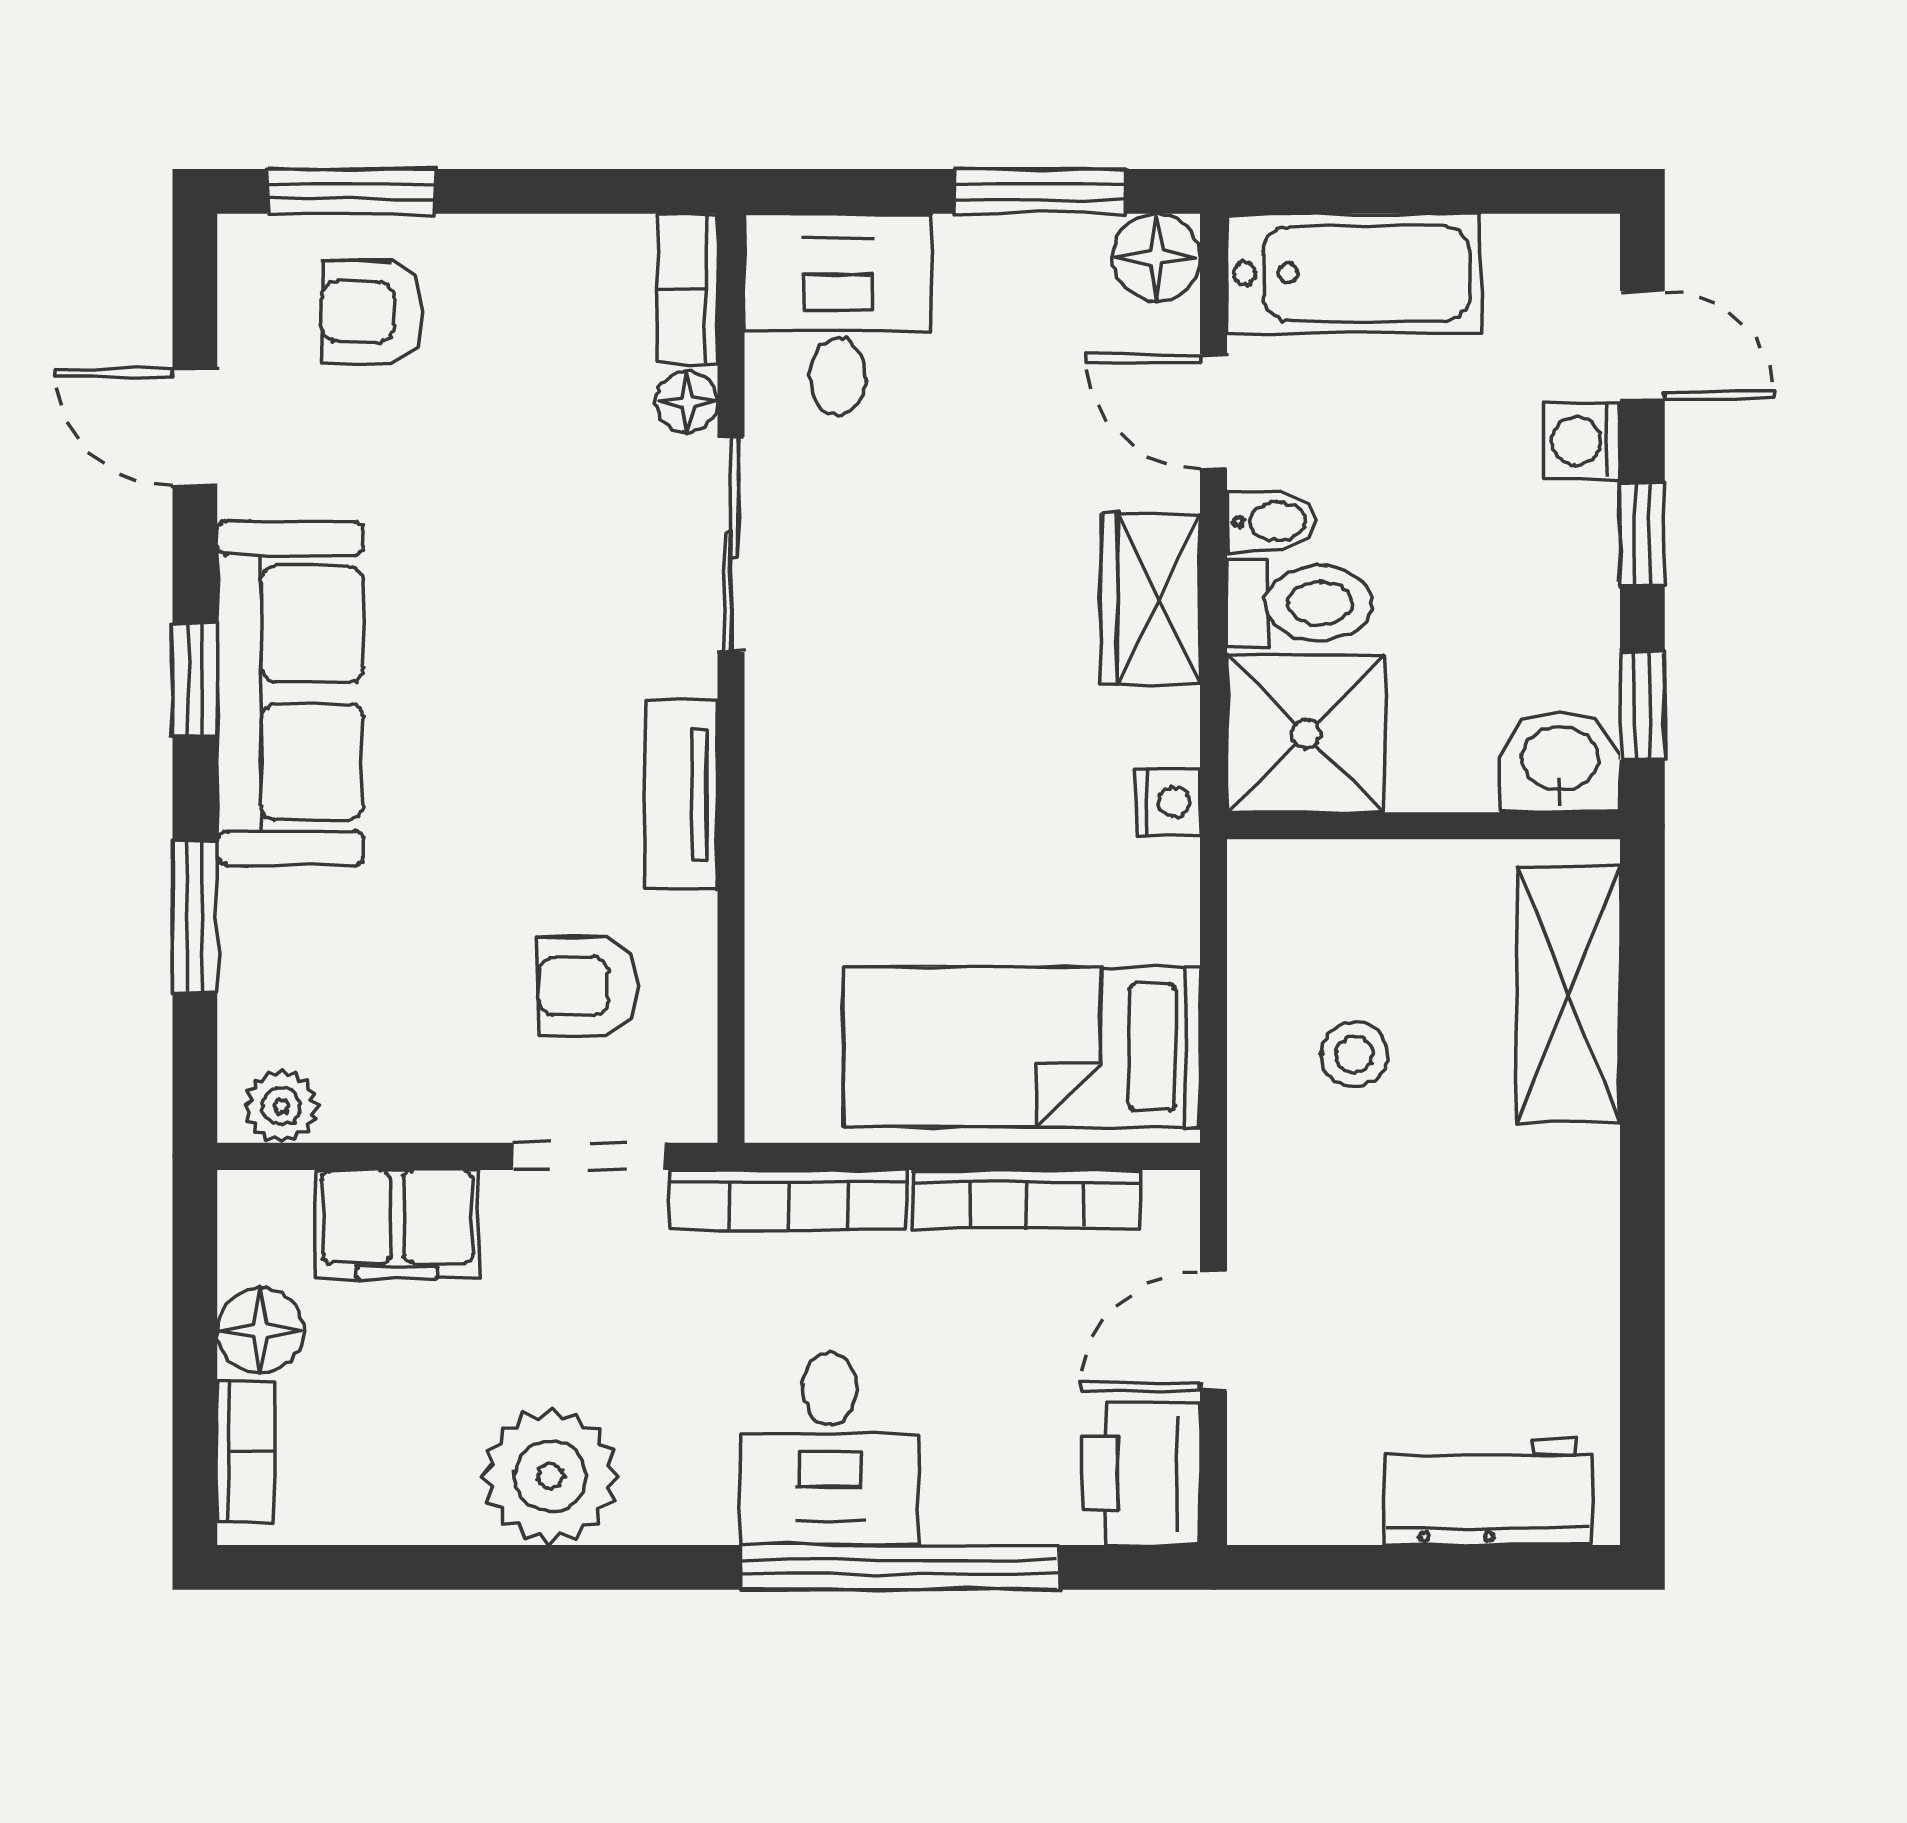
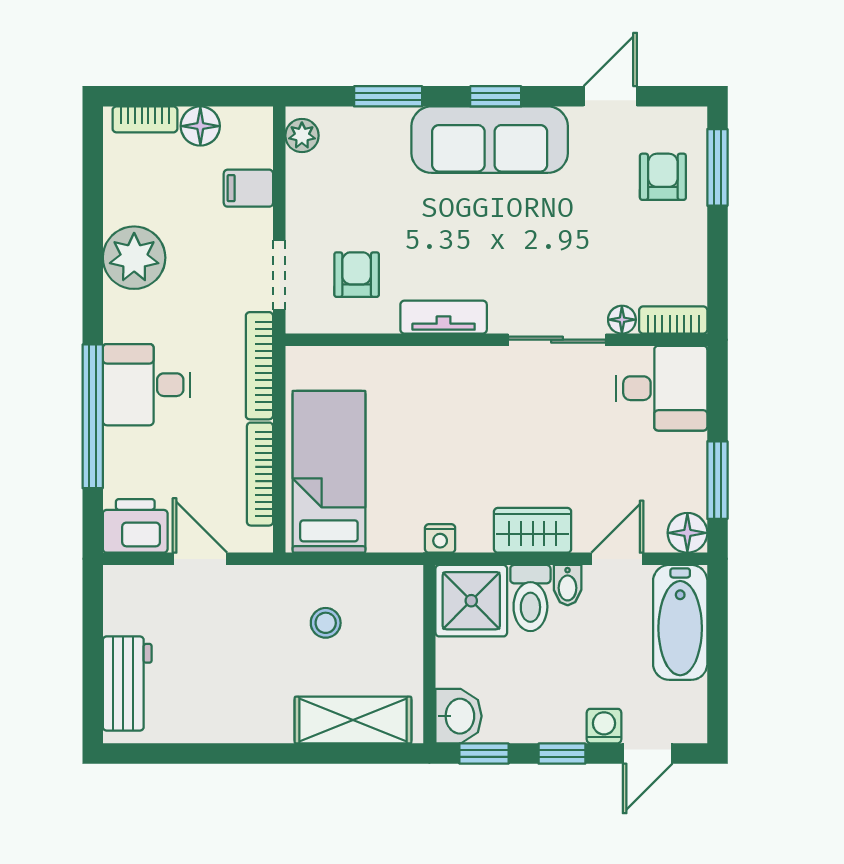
filing cabinet: (397, 1224) -> (248, 188), width x0.50

